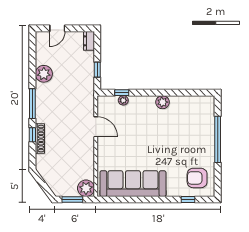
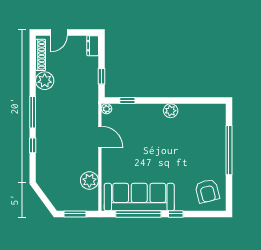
plant: (123, 100) -> (106, 109), moved
shoe rack: (40, 139) -> (41, 55), moved
armchair: (197, 178) -> (207, 191), turned -104
plant: (86, 188) -> (89, 180), moved
window: (132, 200) -> (138, 214), added
window: (188, 200) -> (176, 214), moved

